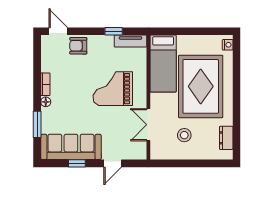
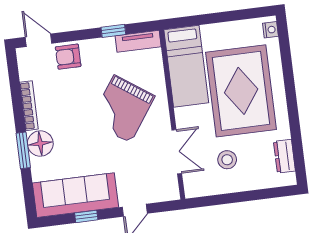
bookcase: (45, 84) -> (29, 106), width x1.56
grand piano: (113, 89) -> (122, 109), turned -55
floor lamp: (46, 102) -> (40, 143), width x1.89, depth x1.89
window: (37, 124) -> (23, 150), moved
double door: (148, 125) -> (177, 152), swing flipped

